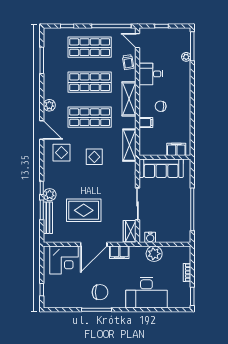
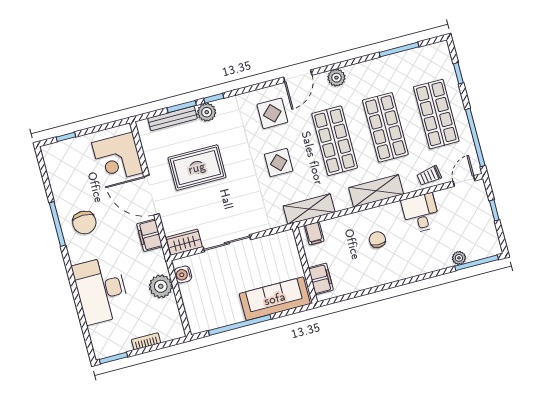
filing cabinet: (146, 123) -> (314, 233), moved
sofa: (161, 168) -> (275, 299), moved, turned 90
rug: (84, 210) -> (197, 168), turned 90

